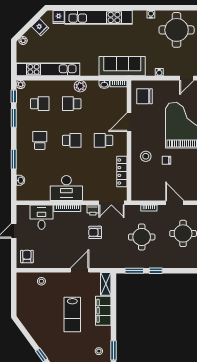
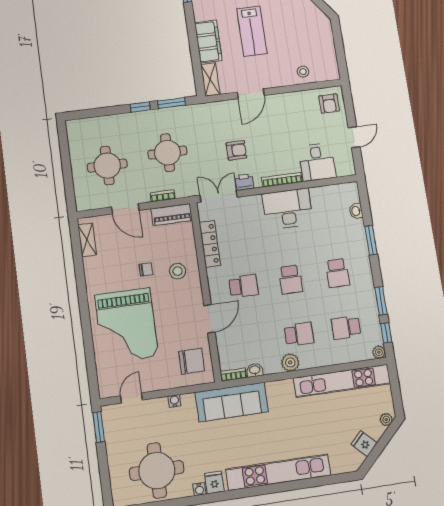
fridge: (59, 17) -> (214, 482), moved
school desk: (72, 140) -> (291, 280), turned -90
piano: (144, 195) -> (172, 214), added
lab bench: (72, 314) -> (252, 31), turned 180

